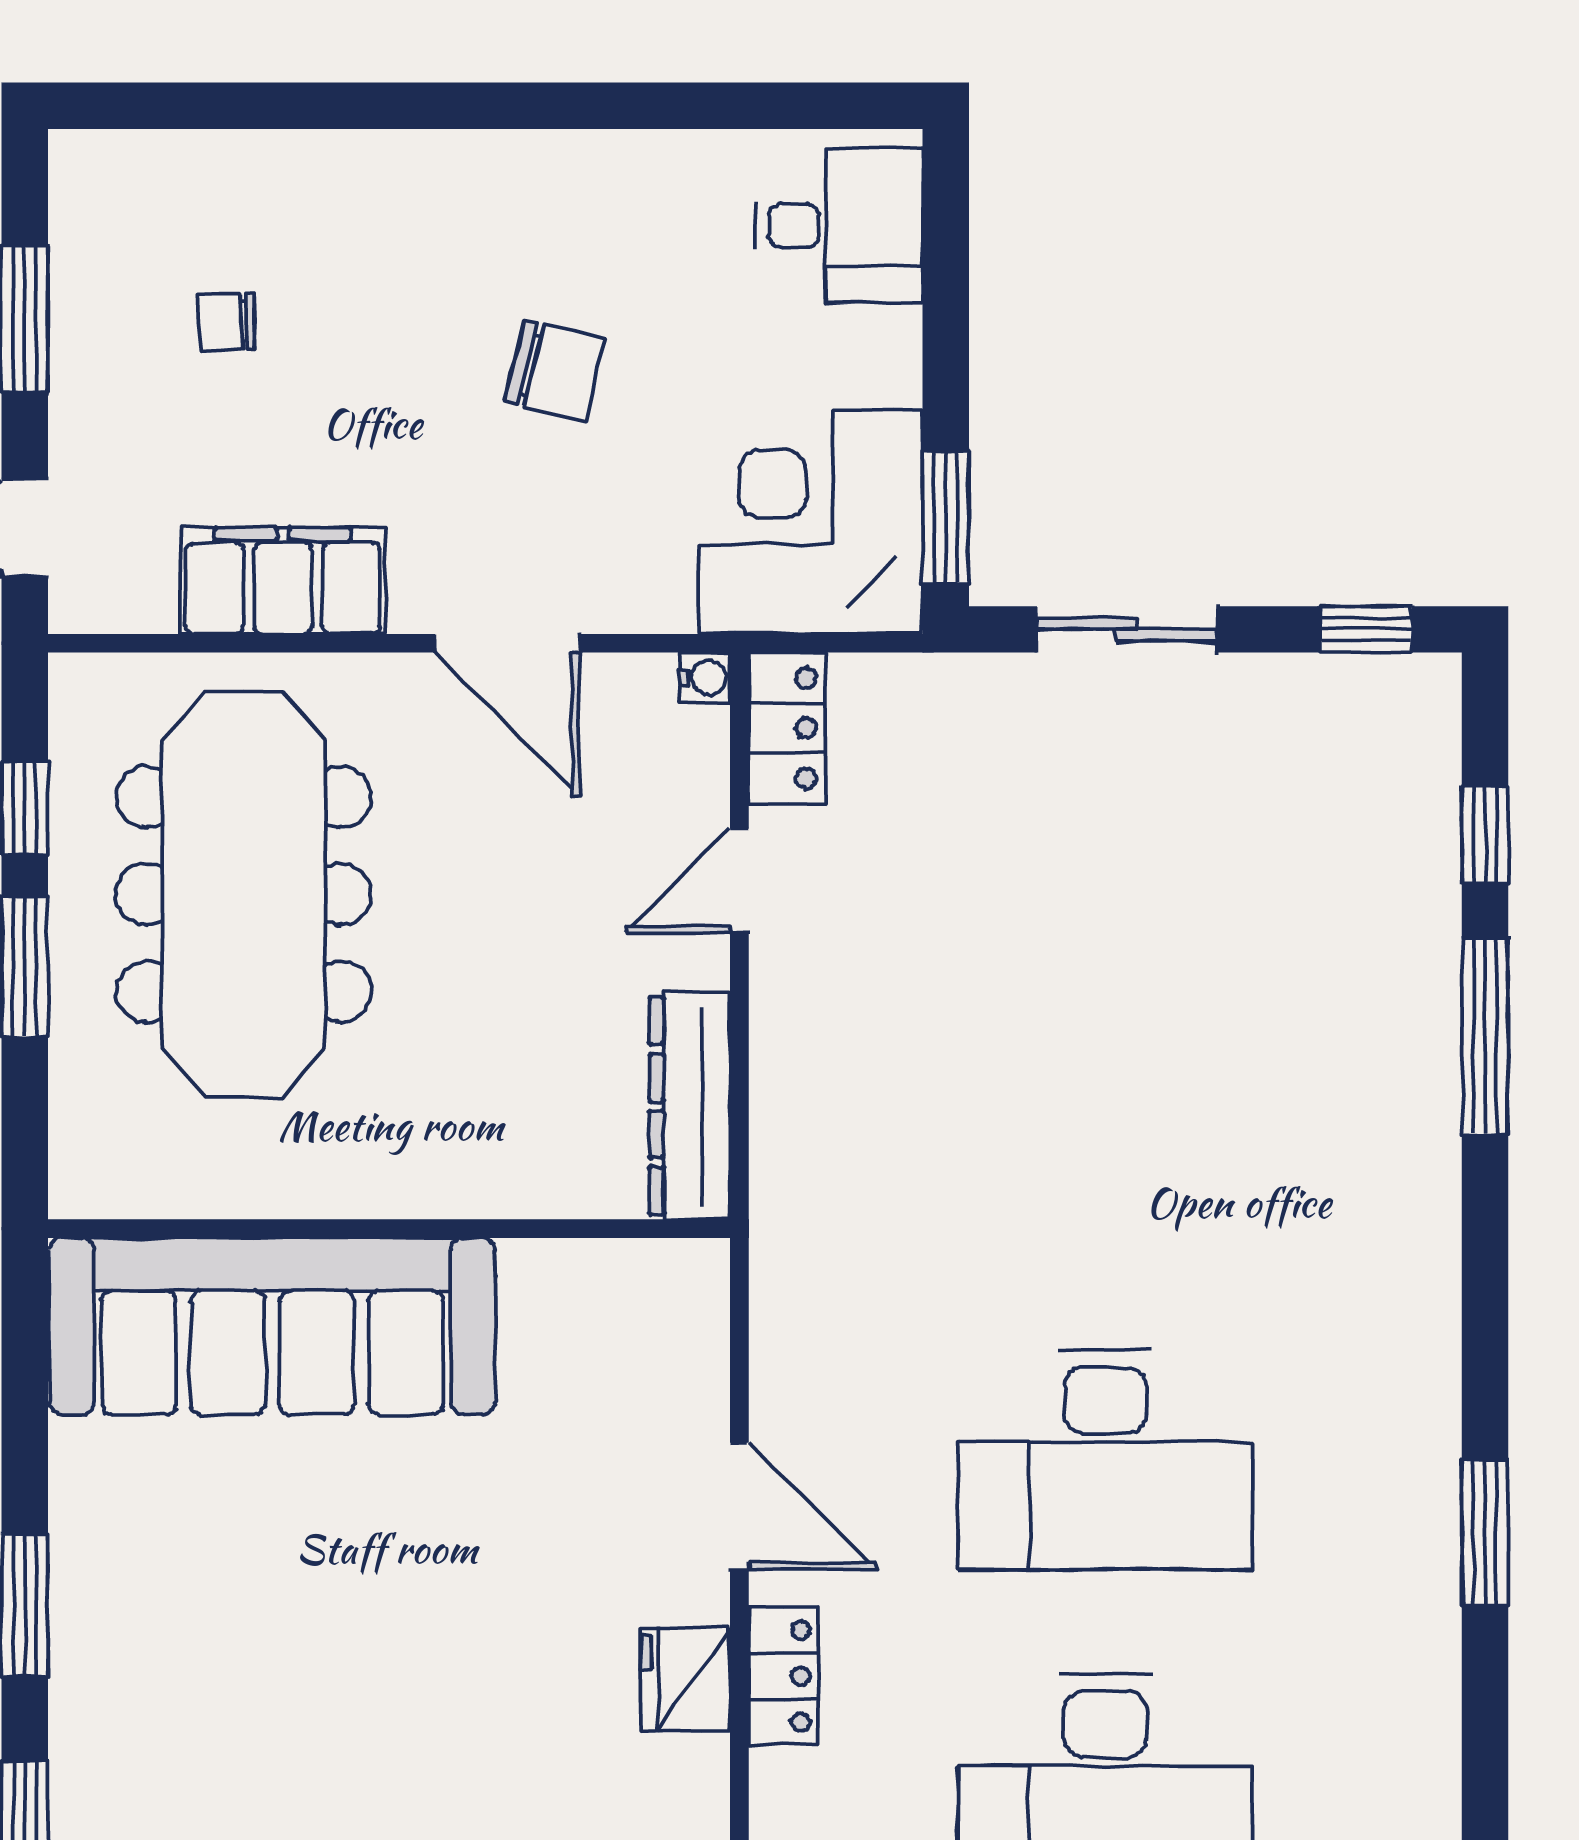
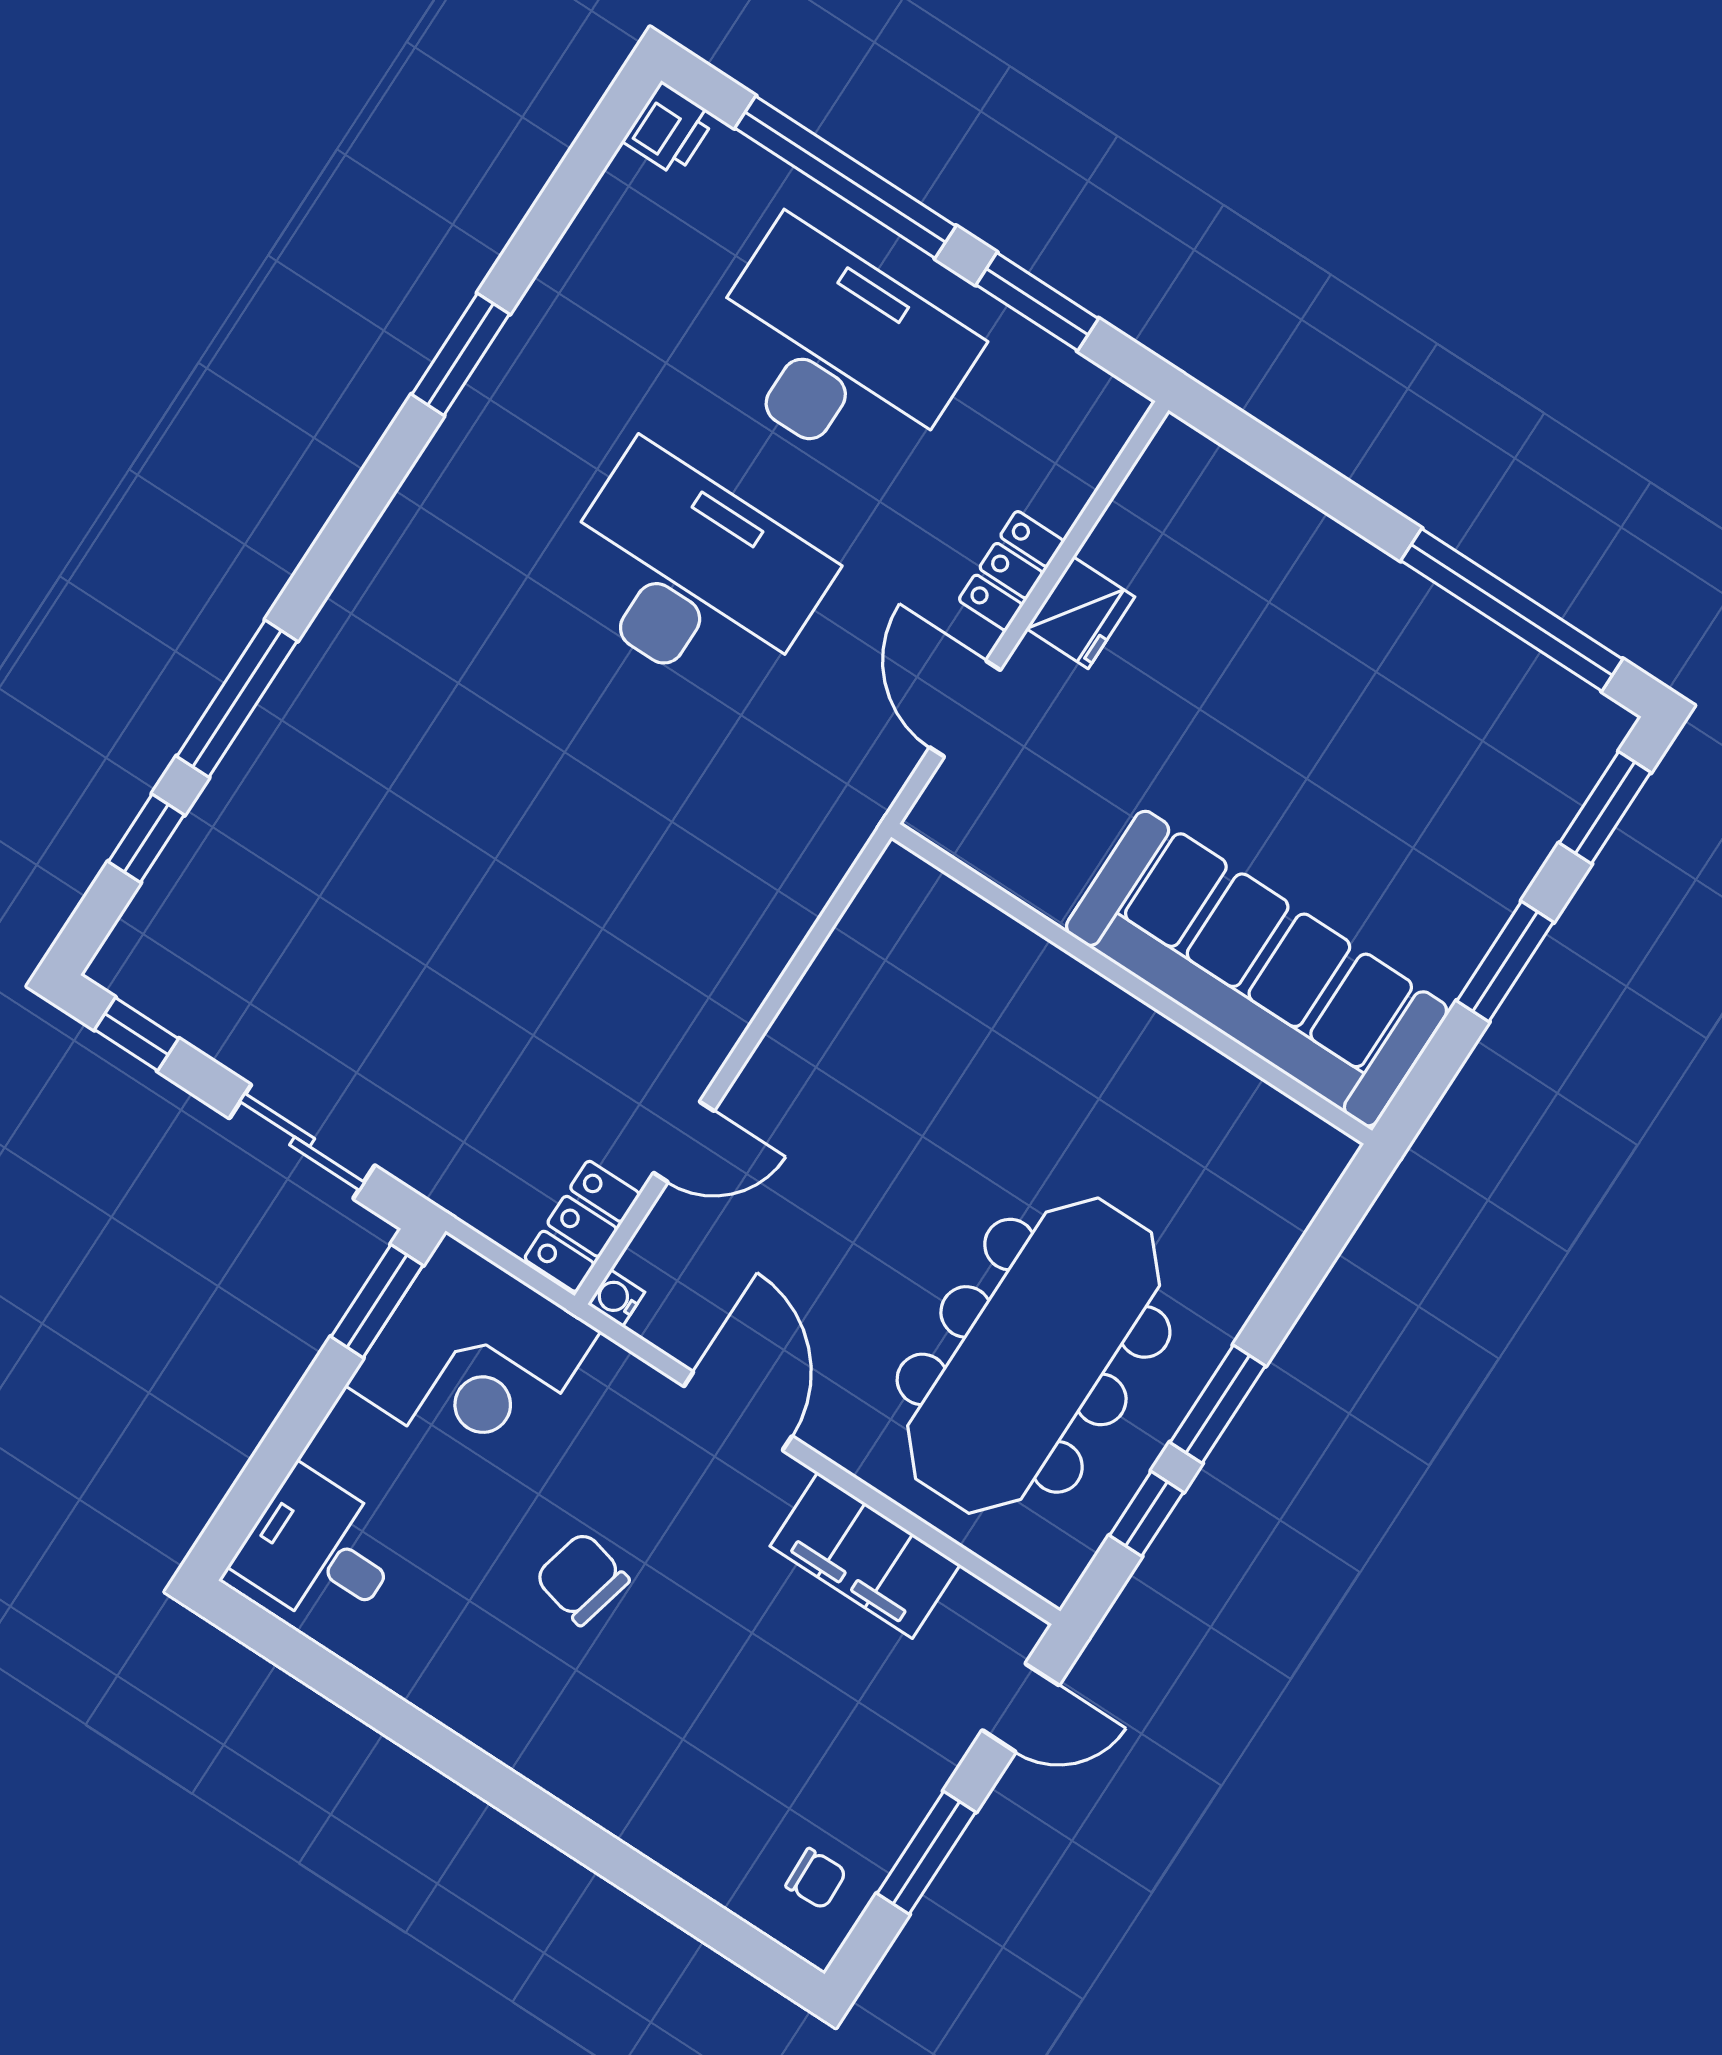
chair: (227, 322) -> (816, 1879), moved
dresser: (690, 1106) -> (820, 1008), removed
wall: (389, 1229) -> (1132, 984), moved
sofa: (272, 1326) -> (1257, 969), moved

